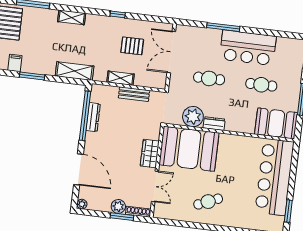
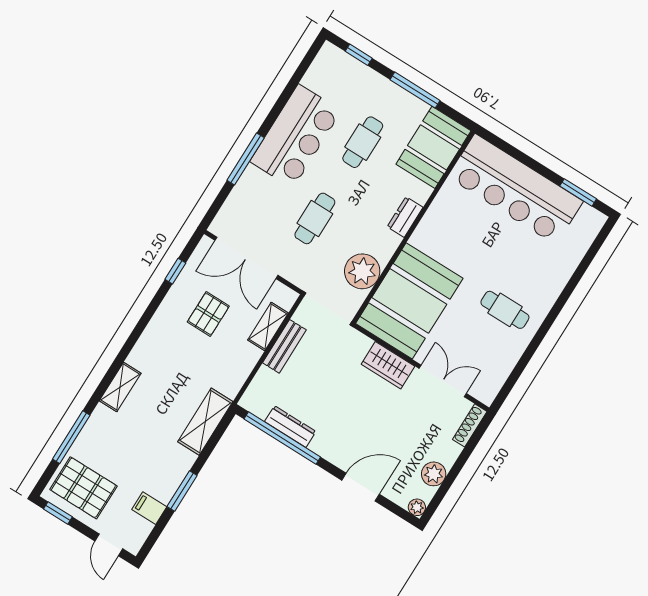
window: (118, 14) -> (175, 271), moved
shelving: (121, 78) -> (268, 327), moved
dresser: (214, 124) -> (405, 217), moved
door: (79, 169) -> (361, 487), width x0.73
cafe table: (208, 202) -> (505, 310), turned -67
plant: (118, 206) -> (434, 474), moved
window: (122, 217) -> (465, 454), removed

